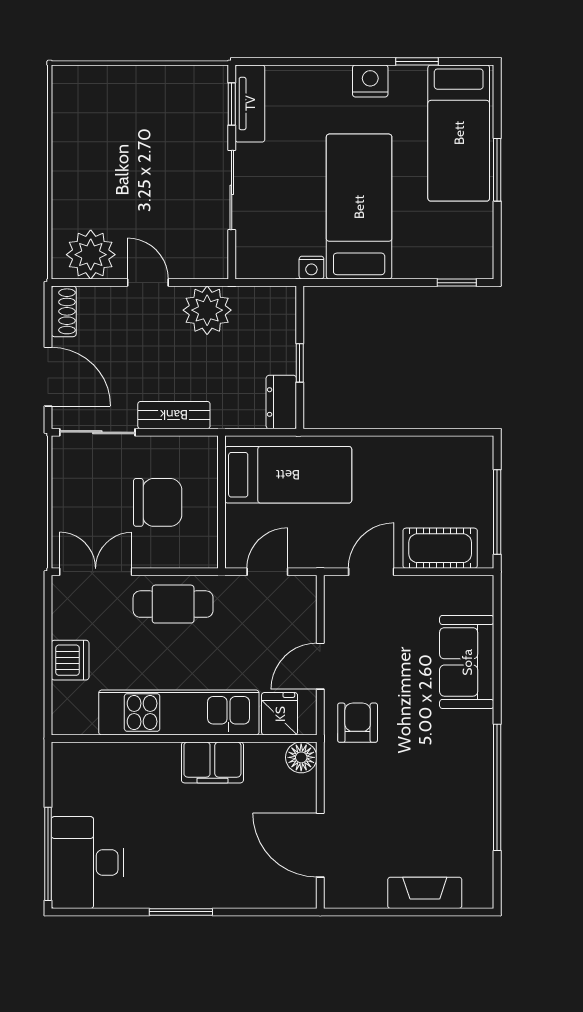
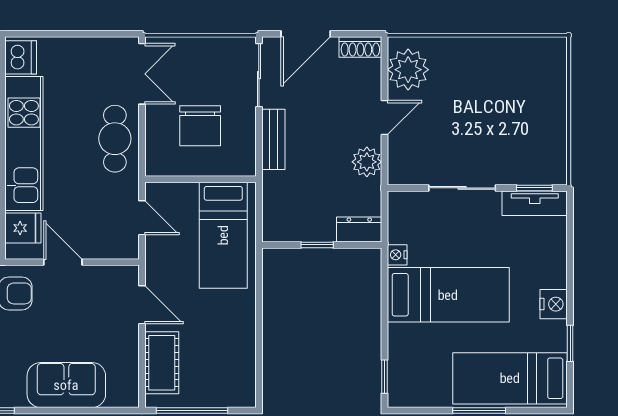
plant: (207, 310) -> (367, 162), width x0.73, depth x0.73
dresser: (281, 402) -> (359, 229), moved
dishwasher: (70, 660) -> (21, 57), moved, turned -90

